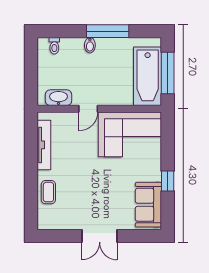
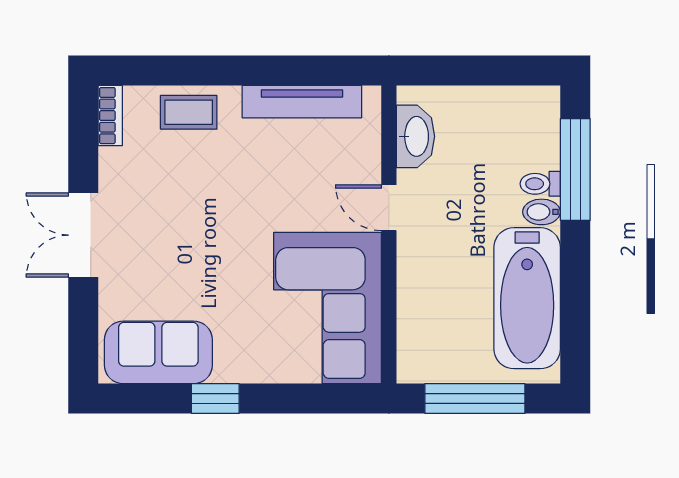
window: (108, 31) -> (575, 169), moved
toilet: (54, 46) -> (540, 184), moved
bathtub: (148, 76) -> (527, 298), moved, turned -90
bookcase: (50, 225) -> (110, 116), added

